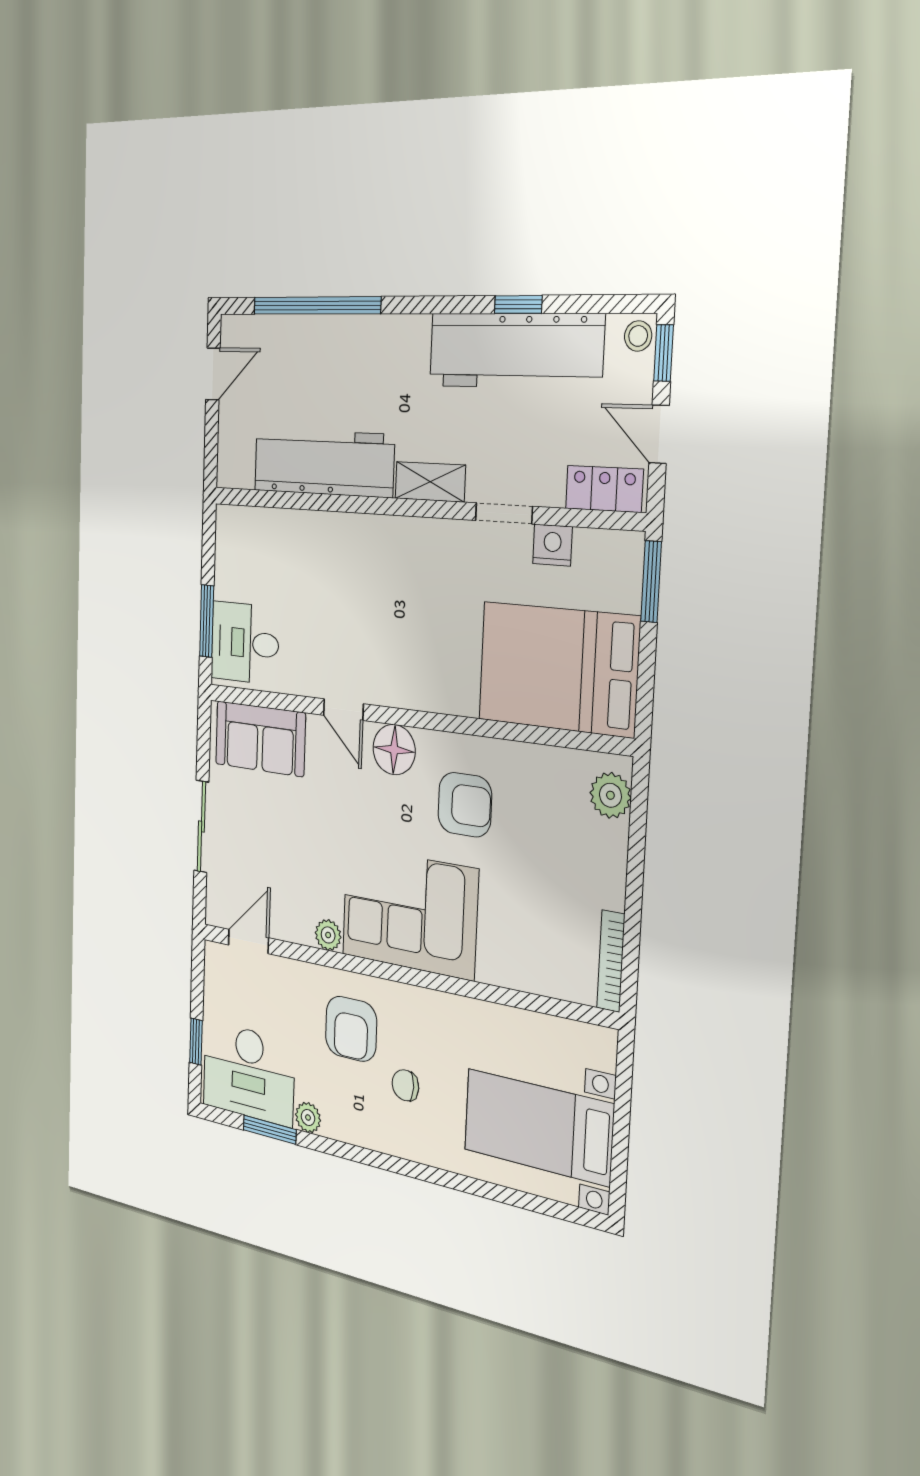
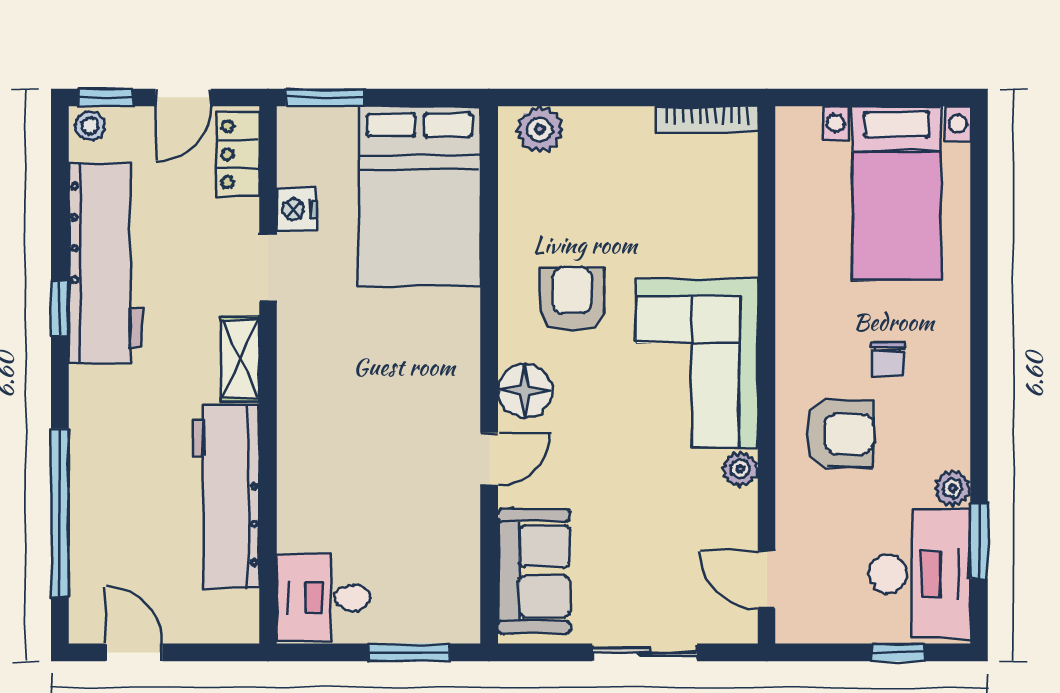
window: (518, 304) -> (60, 308), moved
desk: (245, 643) -> (324, 598), moved, turned 90

